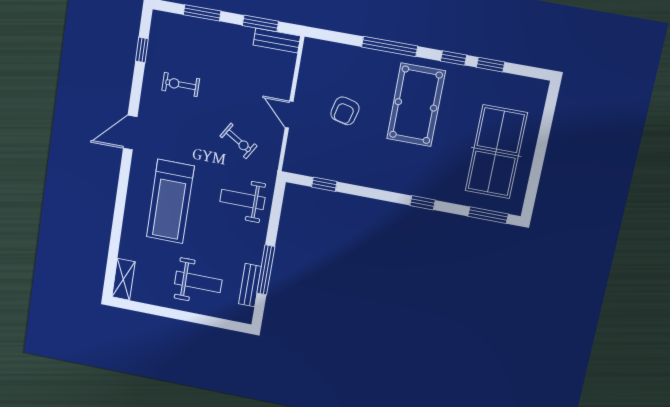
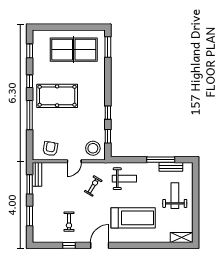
window: (142, 50) -> (69, 245), moved
window: (491, 65) -> (30, 51), moved
armchair: (345, 111) -> (50, 149), moved, turned -94
door: (130, 133) -> (100, 245), swing flipped
stool: (307, 153) -> (93, 148), added
weight bench: (242, 200) -> (124, 179), turned -90
window: (423, 203) -> (108, 113), moved

